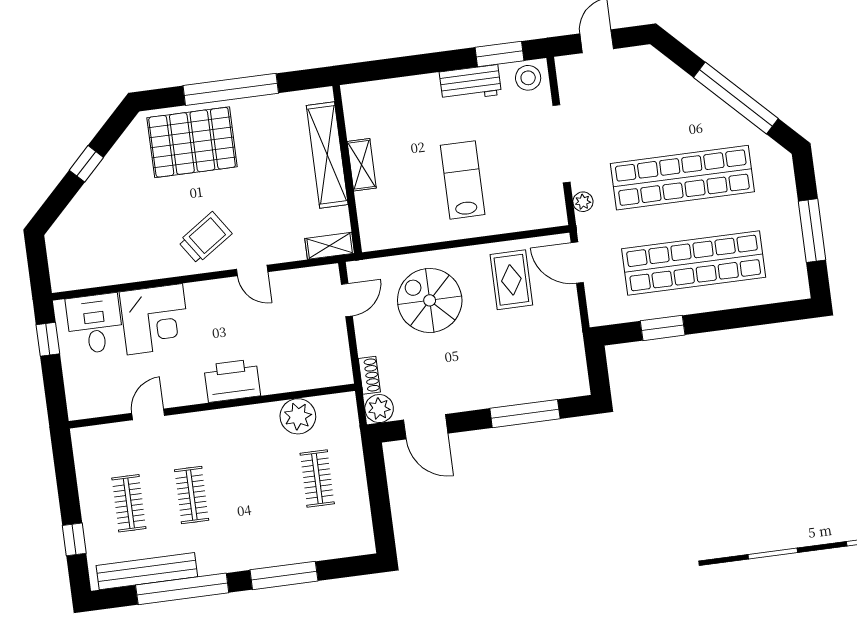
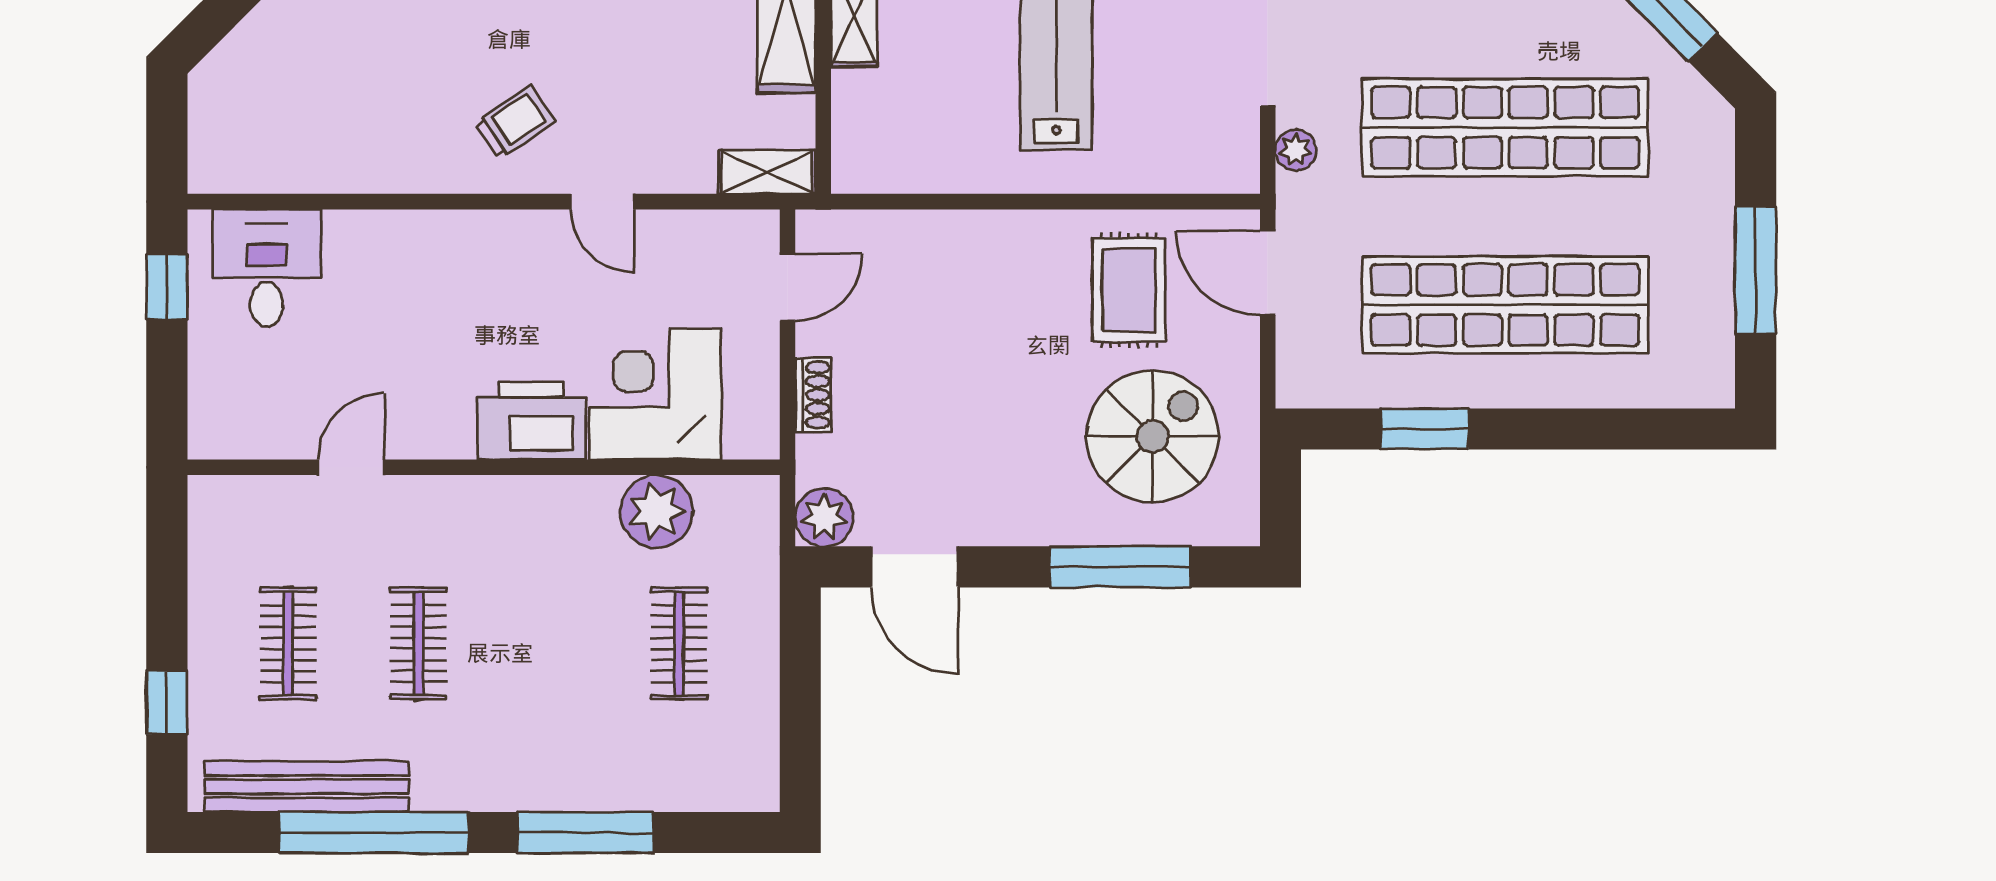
trolley: (205, 238) -> (515, 122), width x0.73, depth x0.72
spiral stairs: (430, 300) -> (1153, 436), moved, turned 90
corner desk: (155, 319) -> (656, 394), moved, turned 180
shoe rack: (369, 375) -> (813, 395), moved

